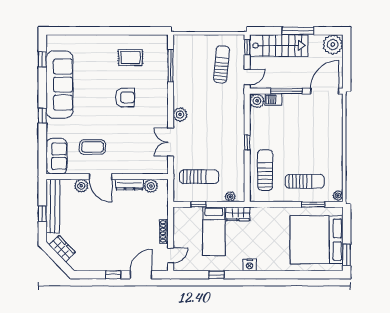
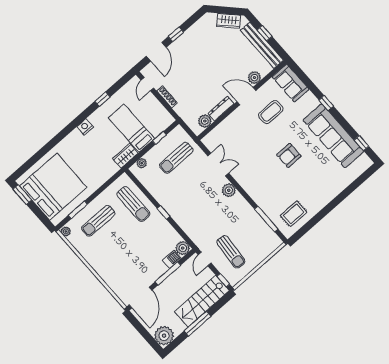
rug: (130, 58) -> (294, 214), moved
armchair: (125, 97) -> (289, 155), moved

